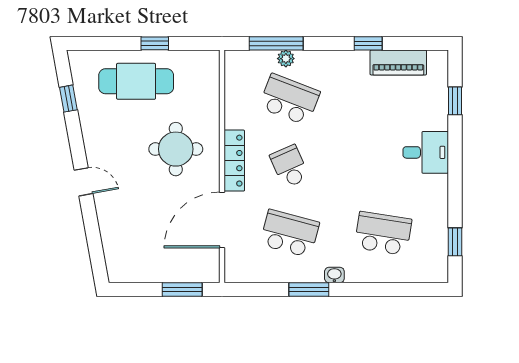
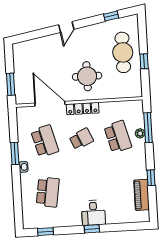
school desk: (289, 99) -> (118, 137), turned -36
window: (455, 101) -> (92, 229), moved
school desk: (289, 233) -> (45, 141), turned -30

